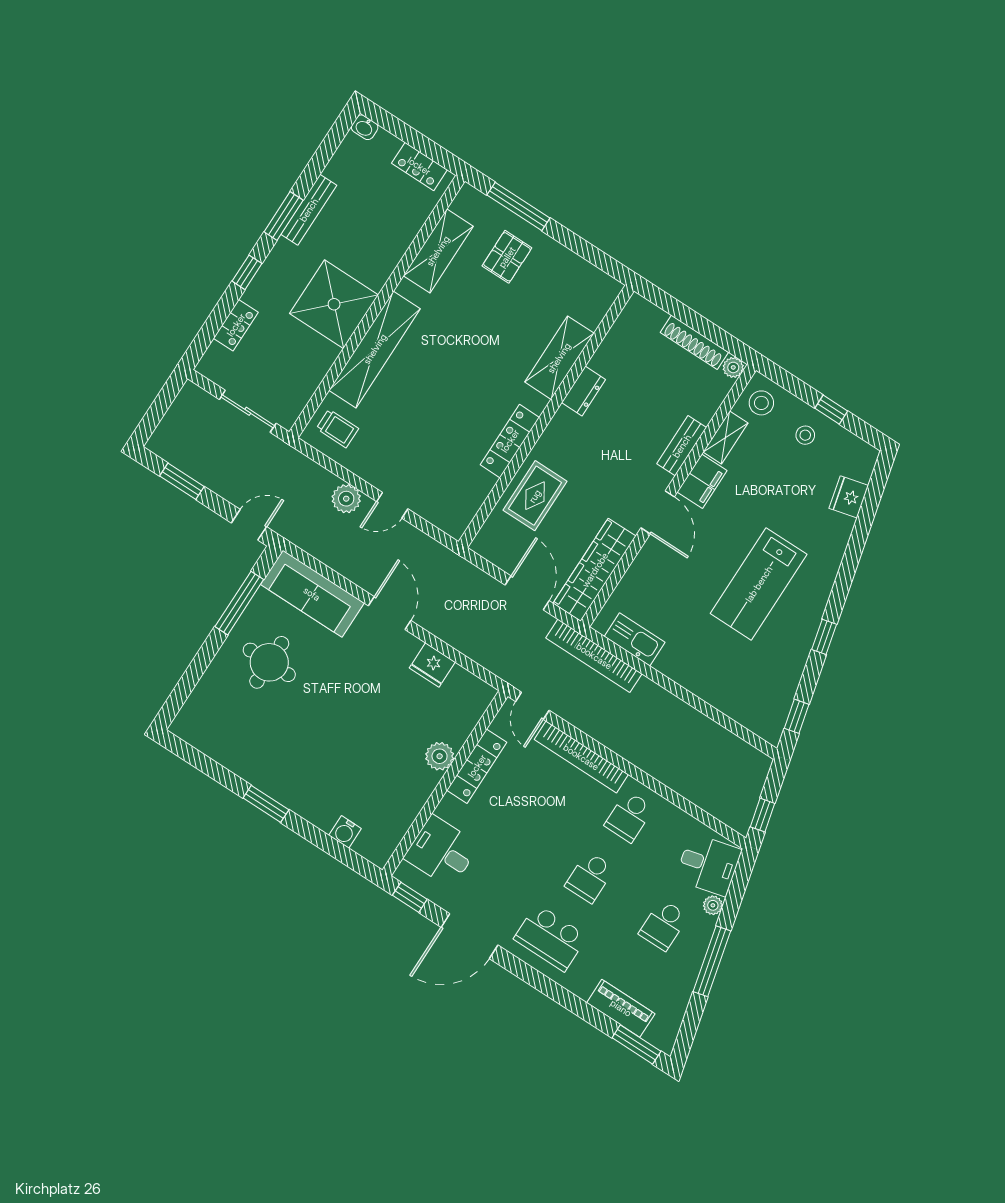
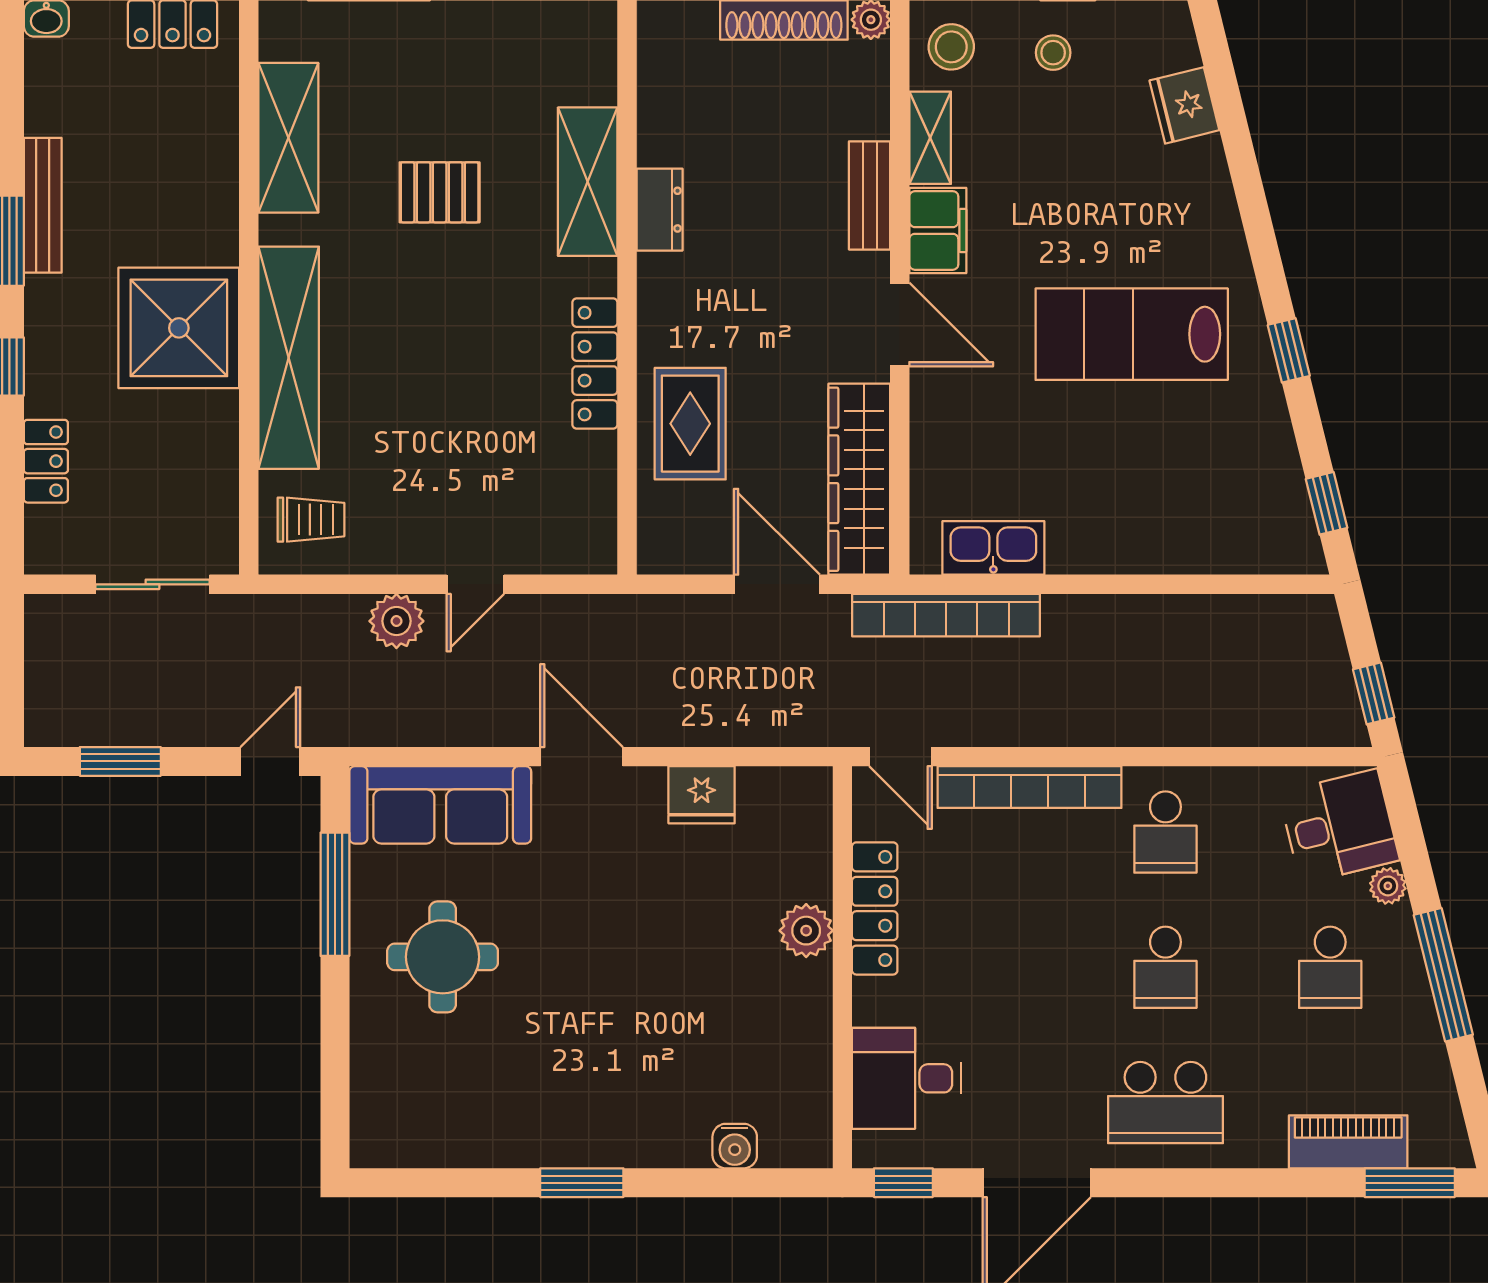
pallet: (507, 257) -> (440, 192), moved, turned 90
lab bench: (759, 584) -> (1132, 334), turned 90

